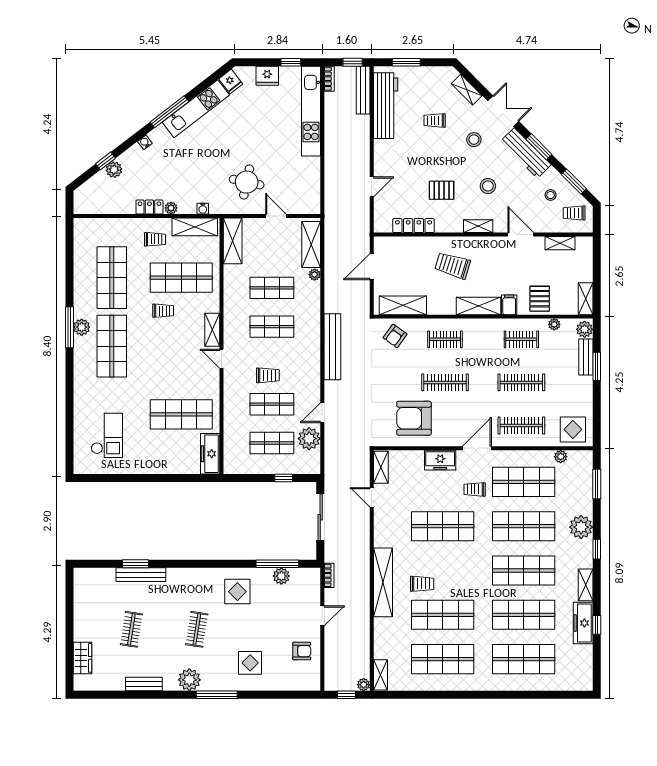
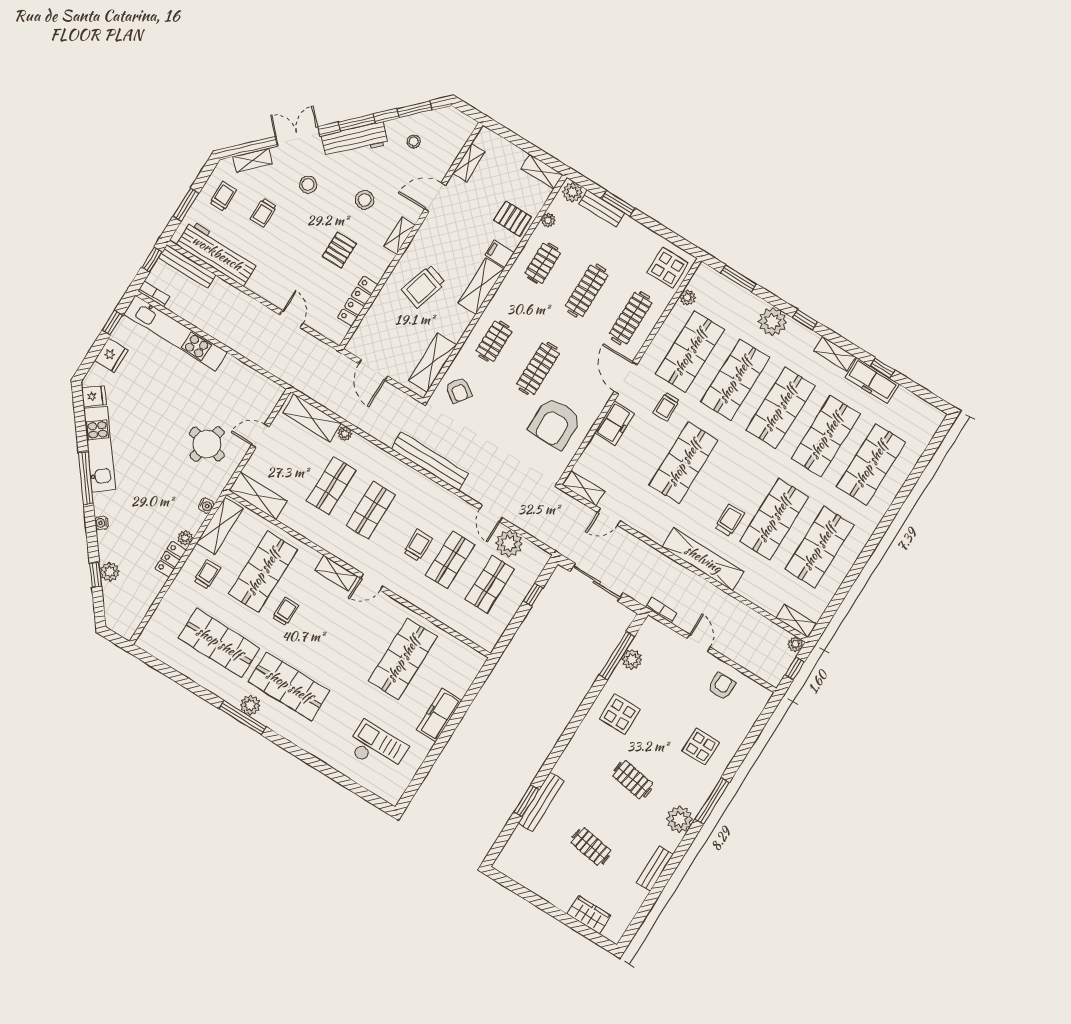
trolley: (574, 213) -> (223, 196), moved, turned 180
freezer: (210, 454) -> (439, 715), moved, turned 90

